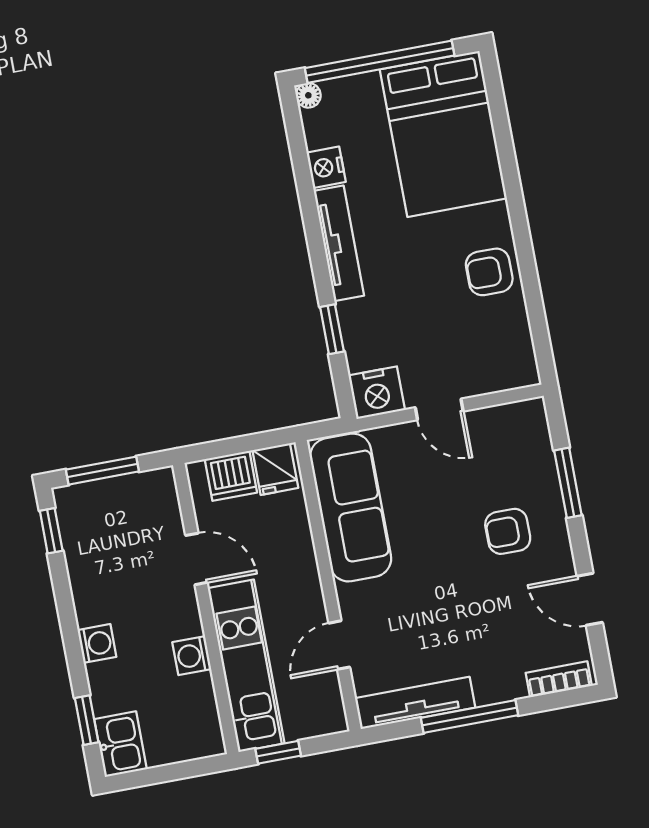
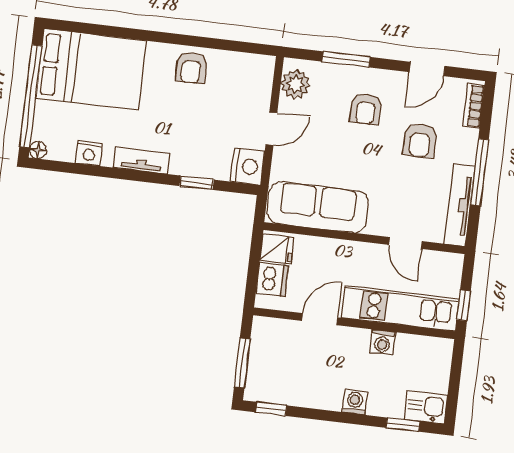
tv unit: (339, 243) -> (142, 160), width x0.71
plant: (512, 423) -> (295, 84), added
armchair: (487, 620) -> (420, 141), added

